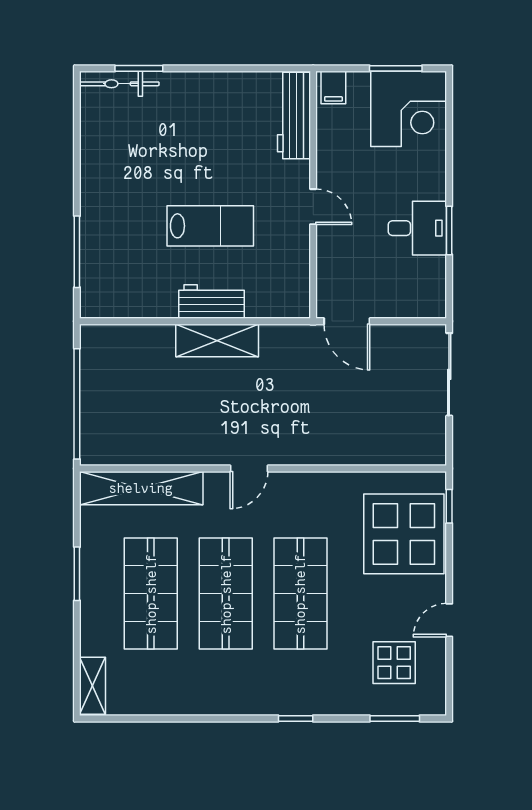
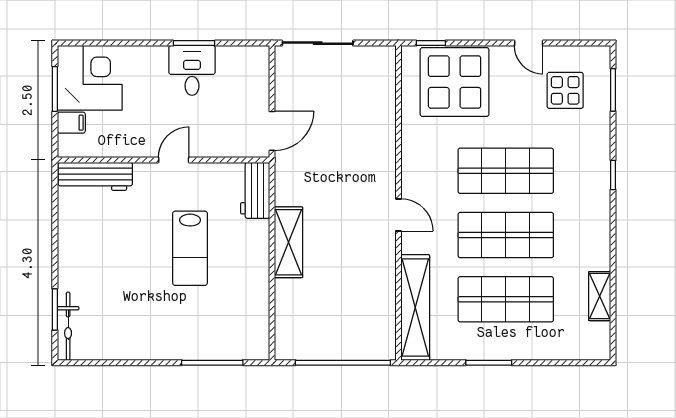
filing cabinet: (333, 88) -> (71, 123), moved
lab bench: (210, 226) -> (190, 248), turned 180
workbench: (211, 302) -> (255, 190), moved
shelving: (93, 686) -> (600, 296), moved, turned 90

